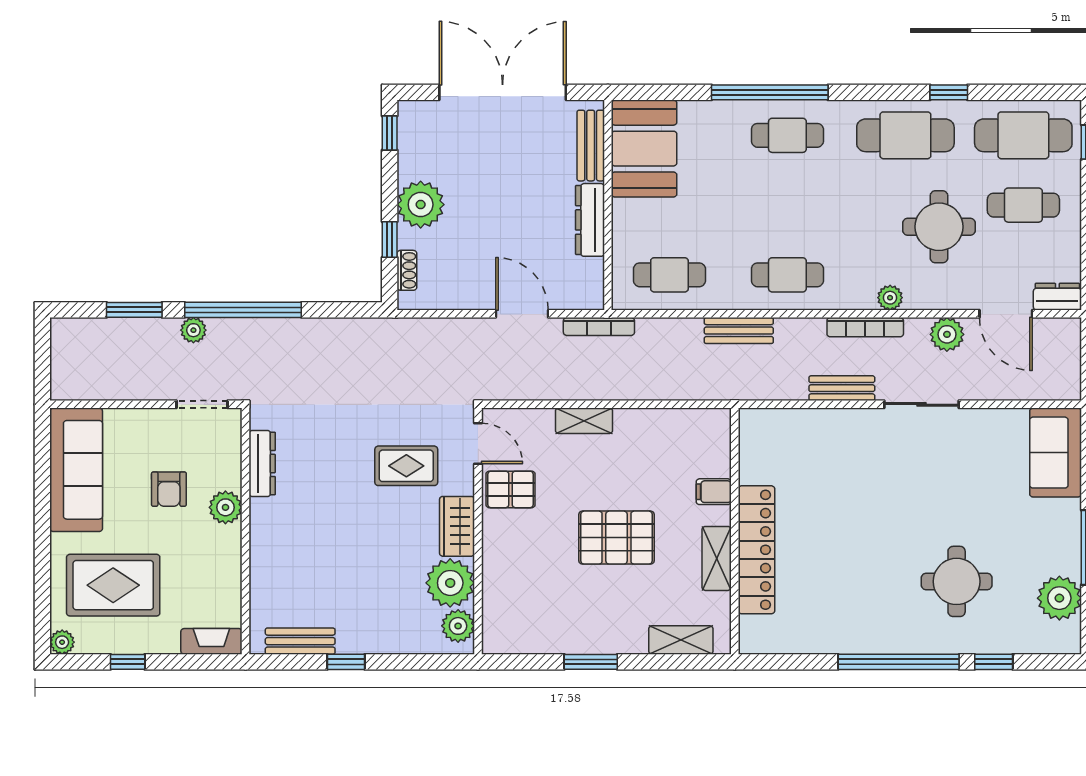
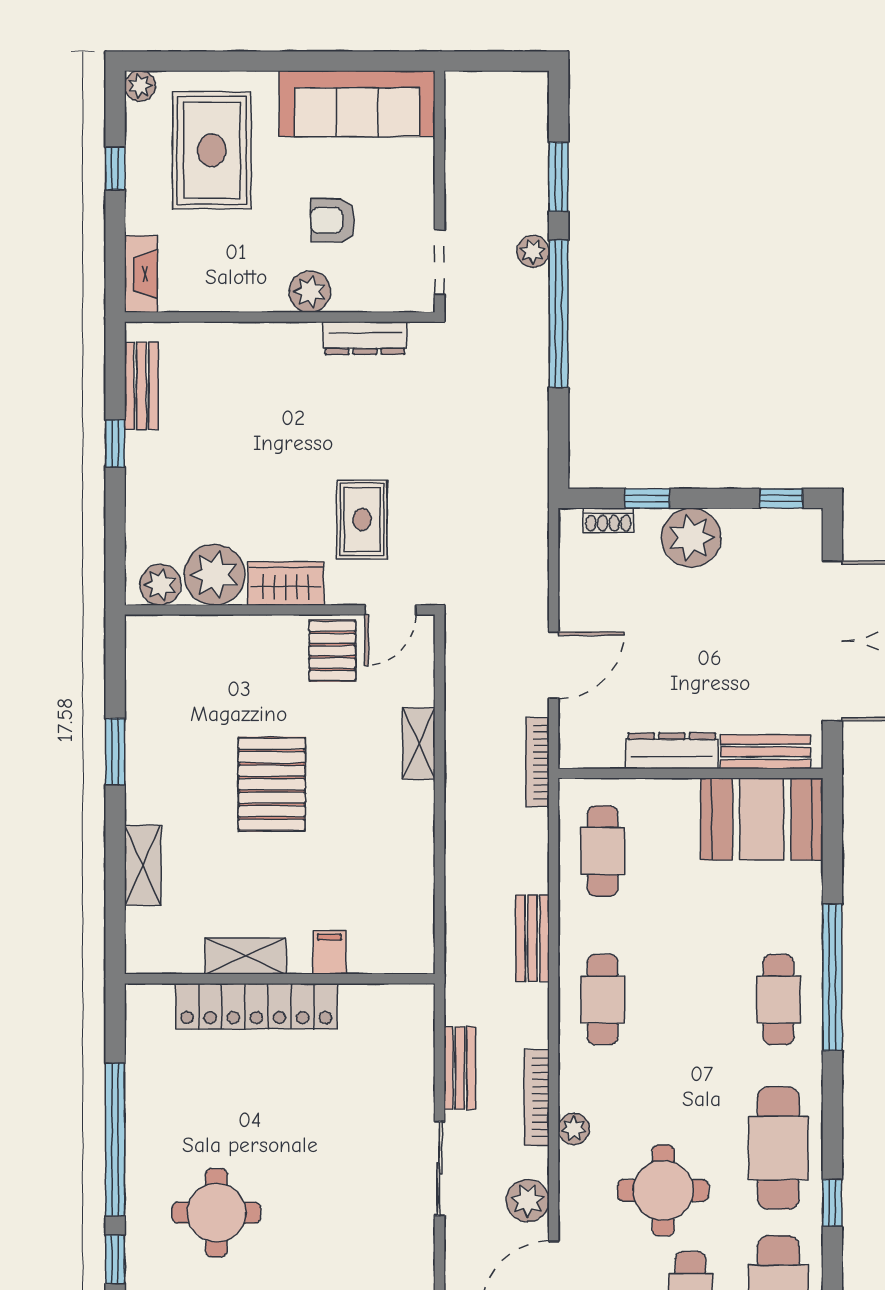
filing cabinet: (714, 492) -> (330, 952), moved
wall: (735, 531) -> (280, 979), moved
locker: (756, 550) -> (256, 1006), moved
shelving: (717, 558) -> (245, 956), moved

